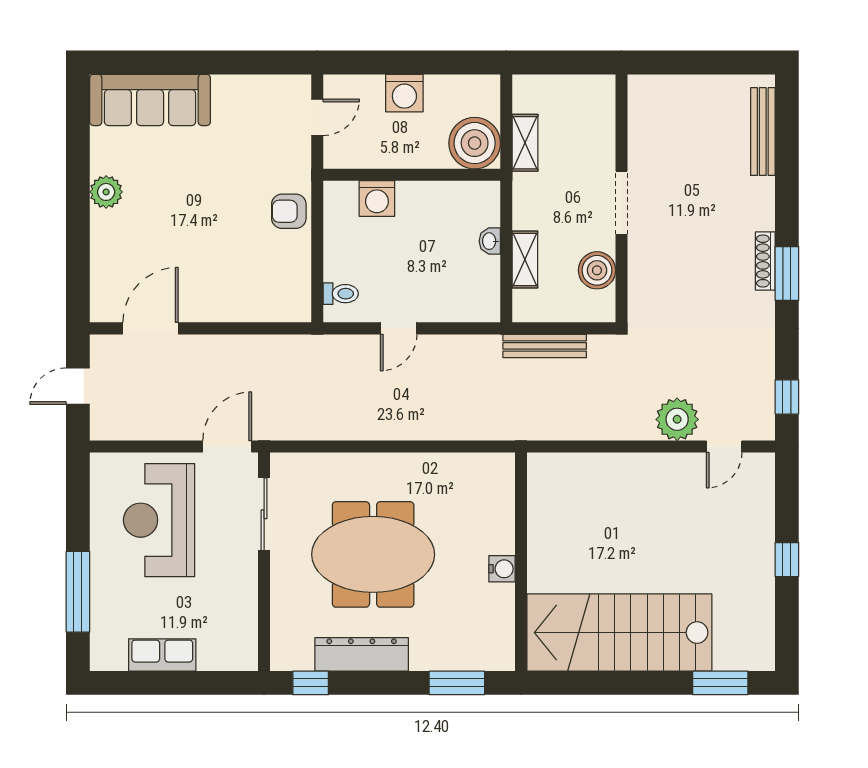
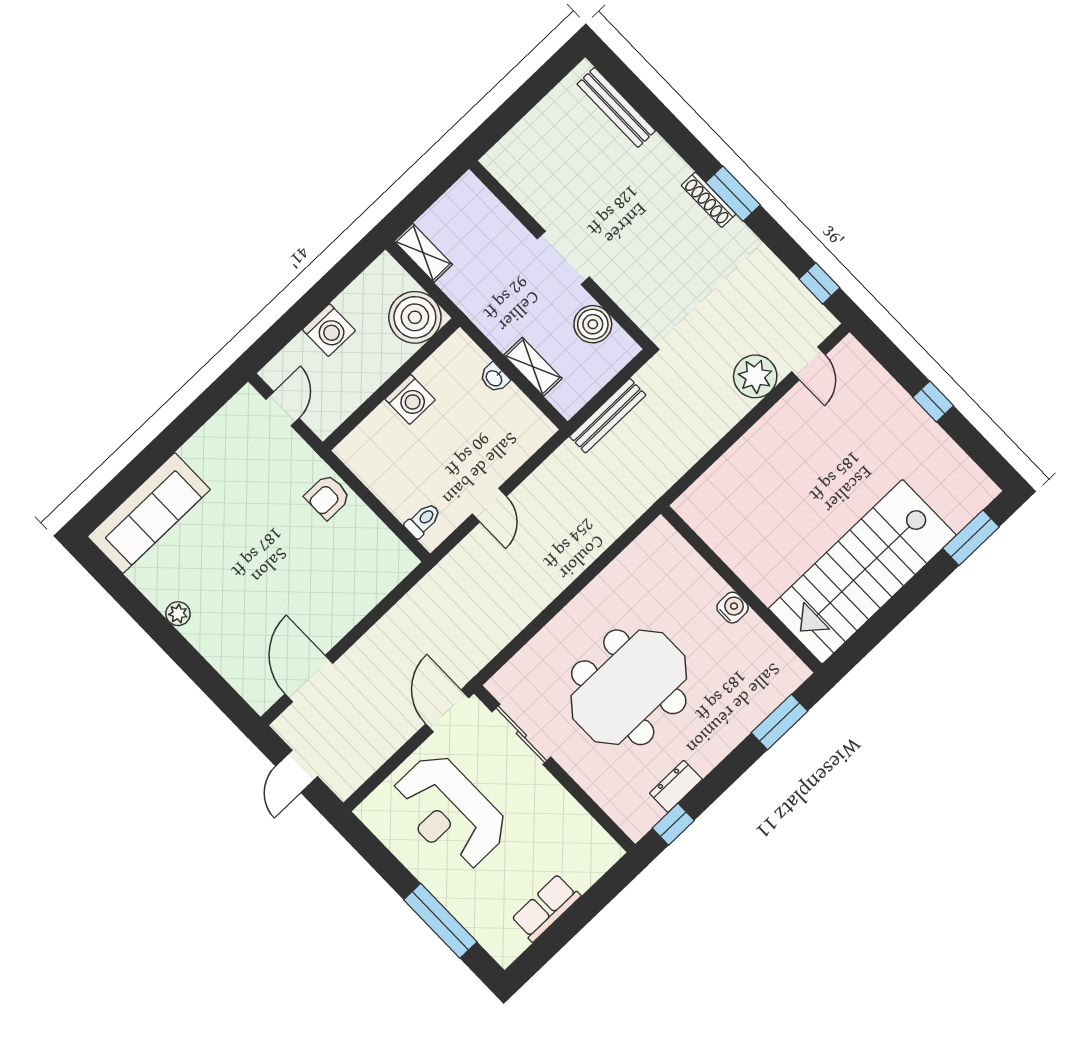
shelving: (525, 143) -> (423, 253), moved
plant: (106, 192) -> (178, 614), width x0.73, depth x0.73
washing machine: (377, 198) -> (410, 399), moved
dresser: (362, 654) -> (676, 786), width x0.51, depth x0.80

